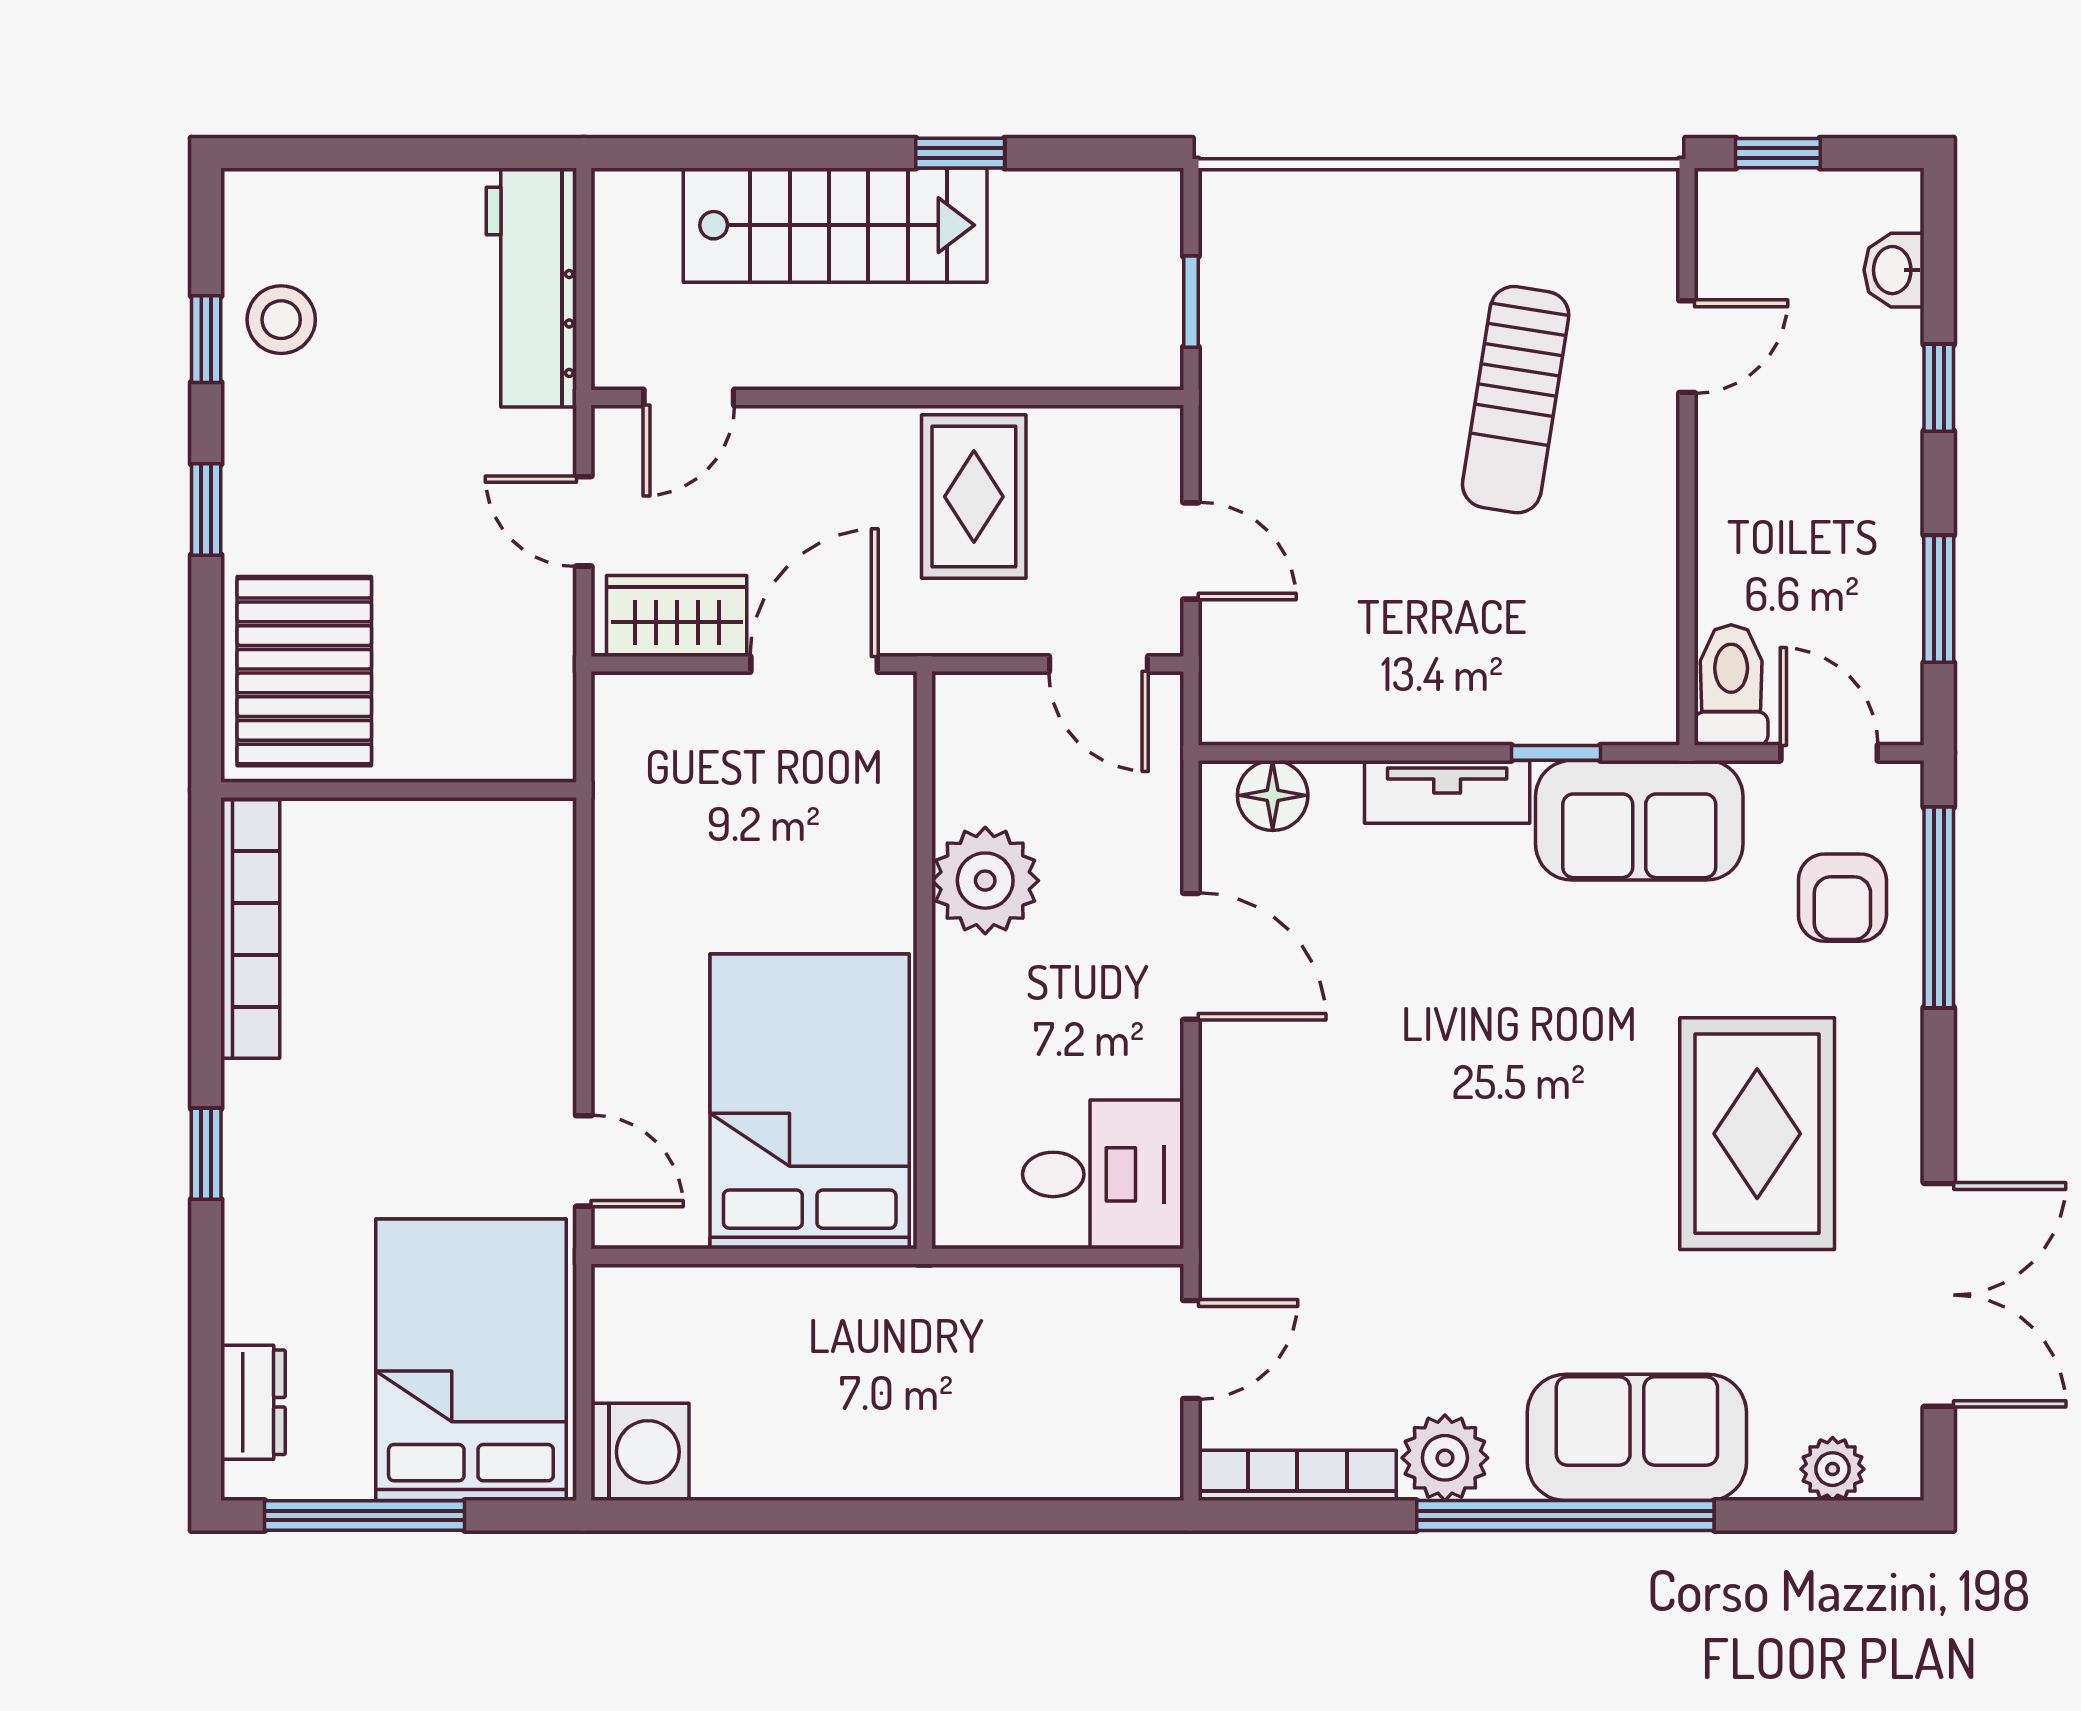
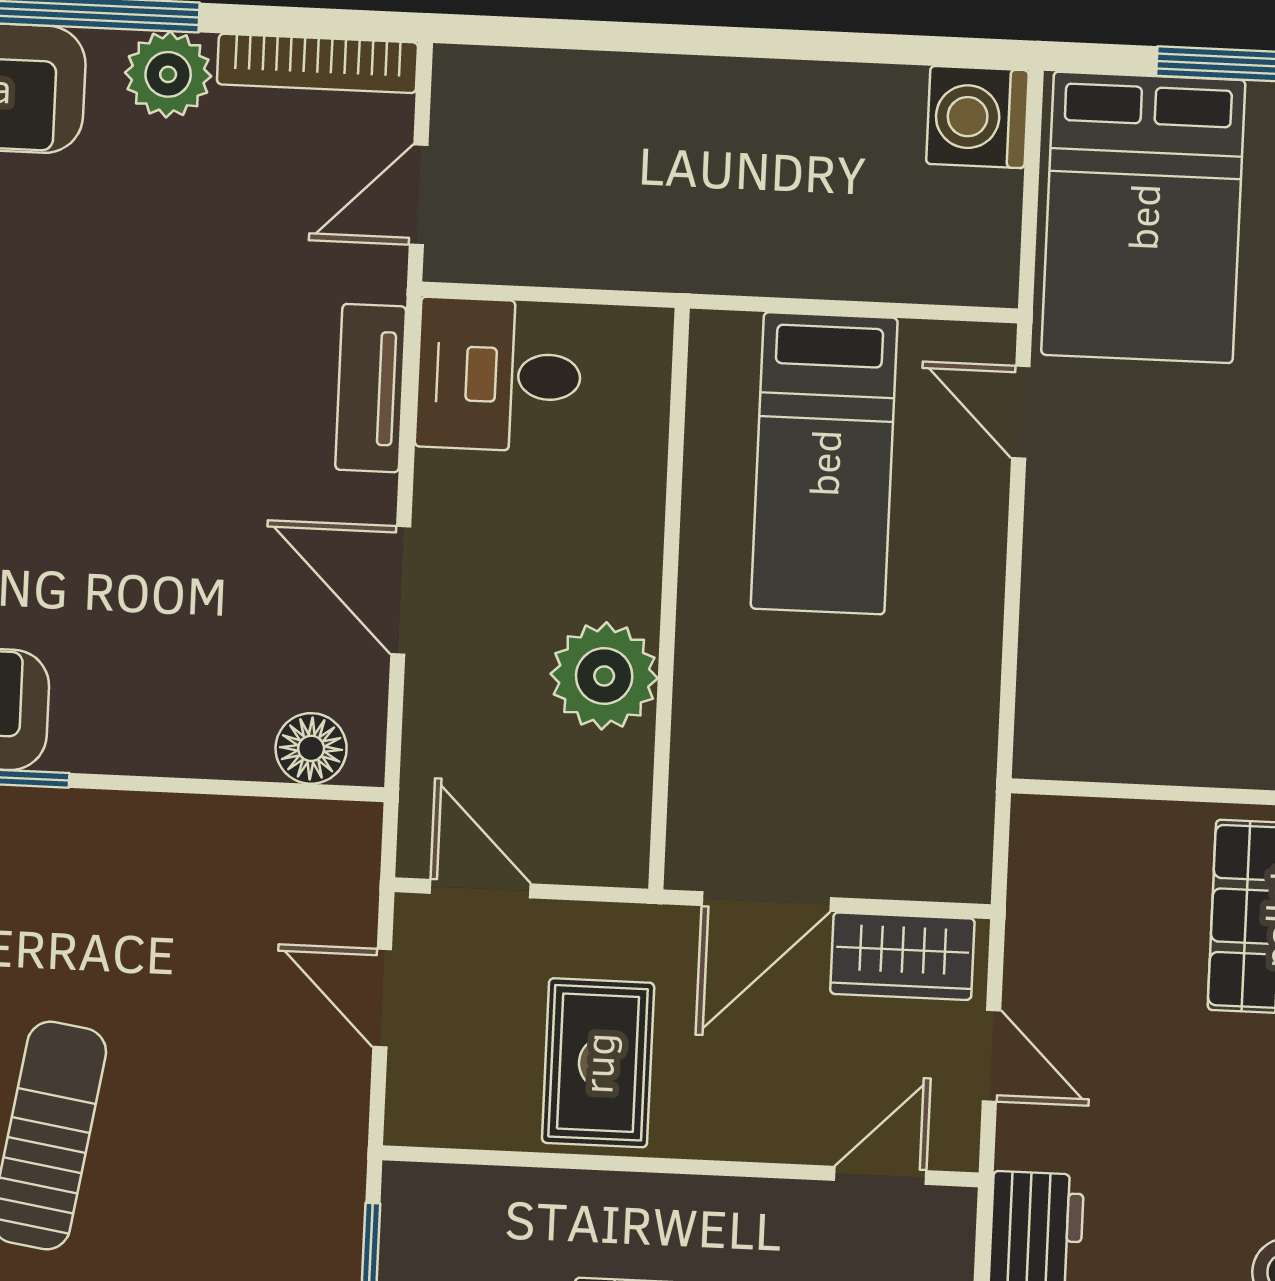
tv unit: (1447, 792) -> (371, 388), moved, turned -90
bed: (810, 1101) -> (824, 463), width x0.67

